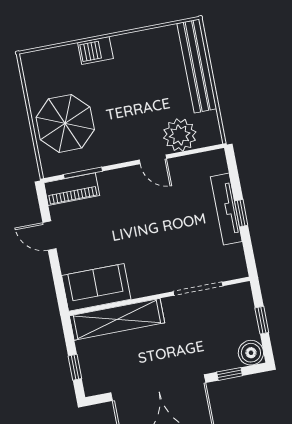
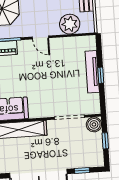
door: (153, 159) -> (40, 37), moved
boiler: (251, 353) -> (94, 124), moved

